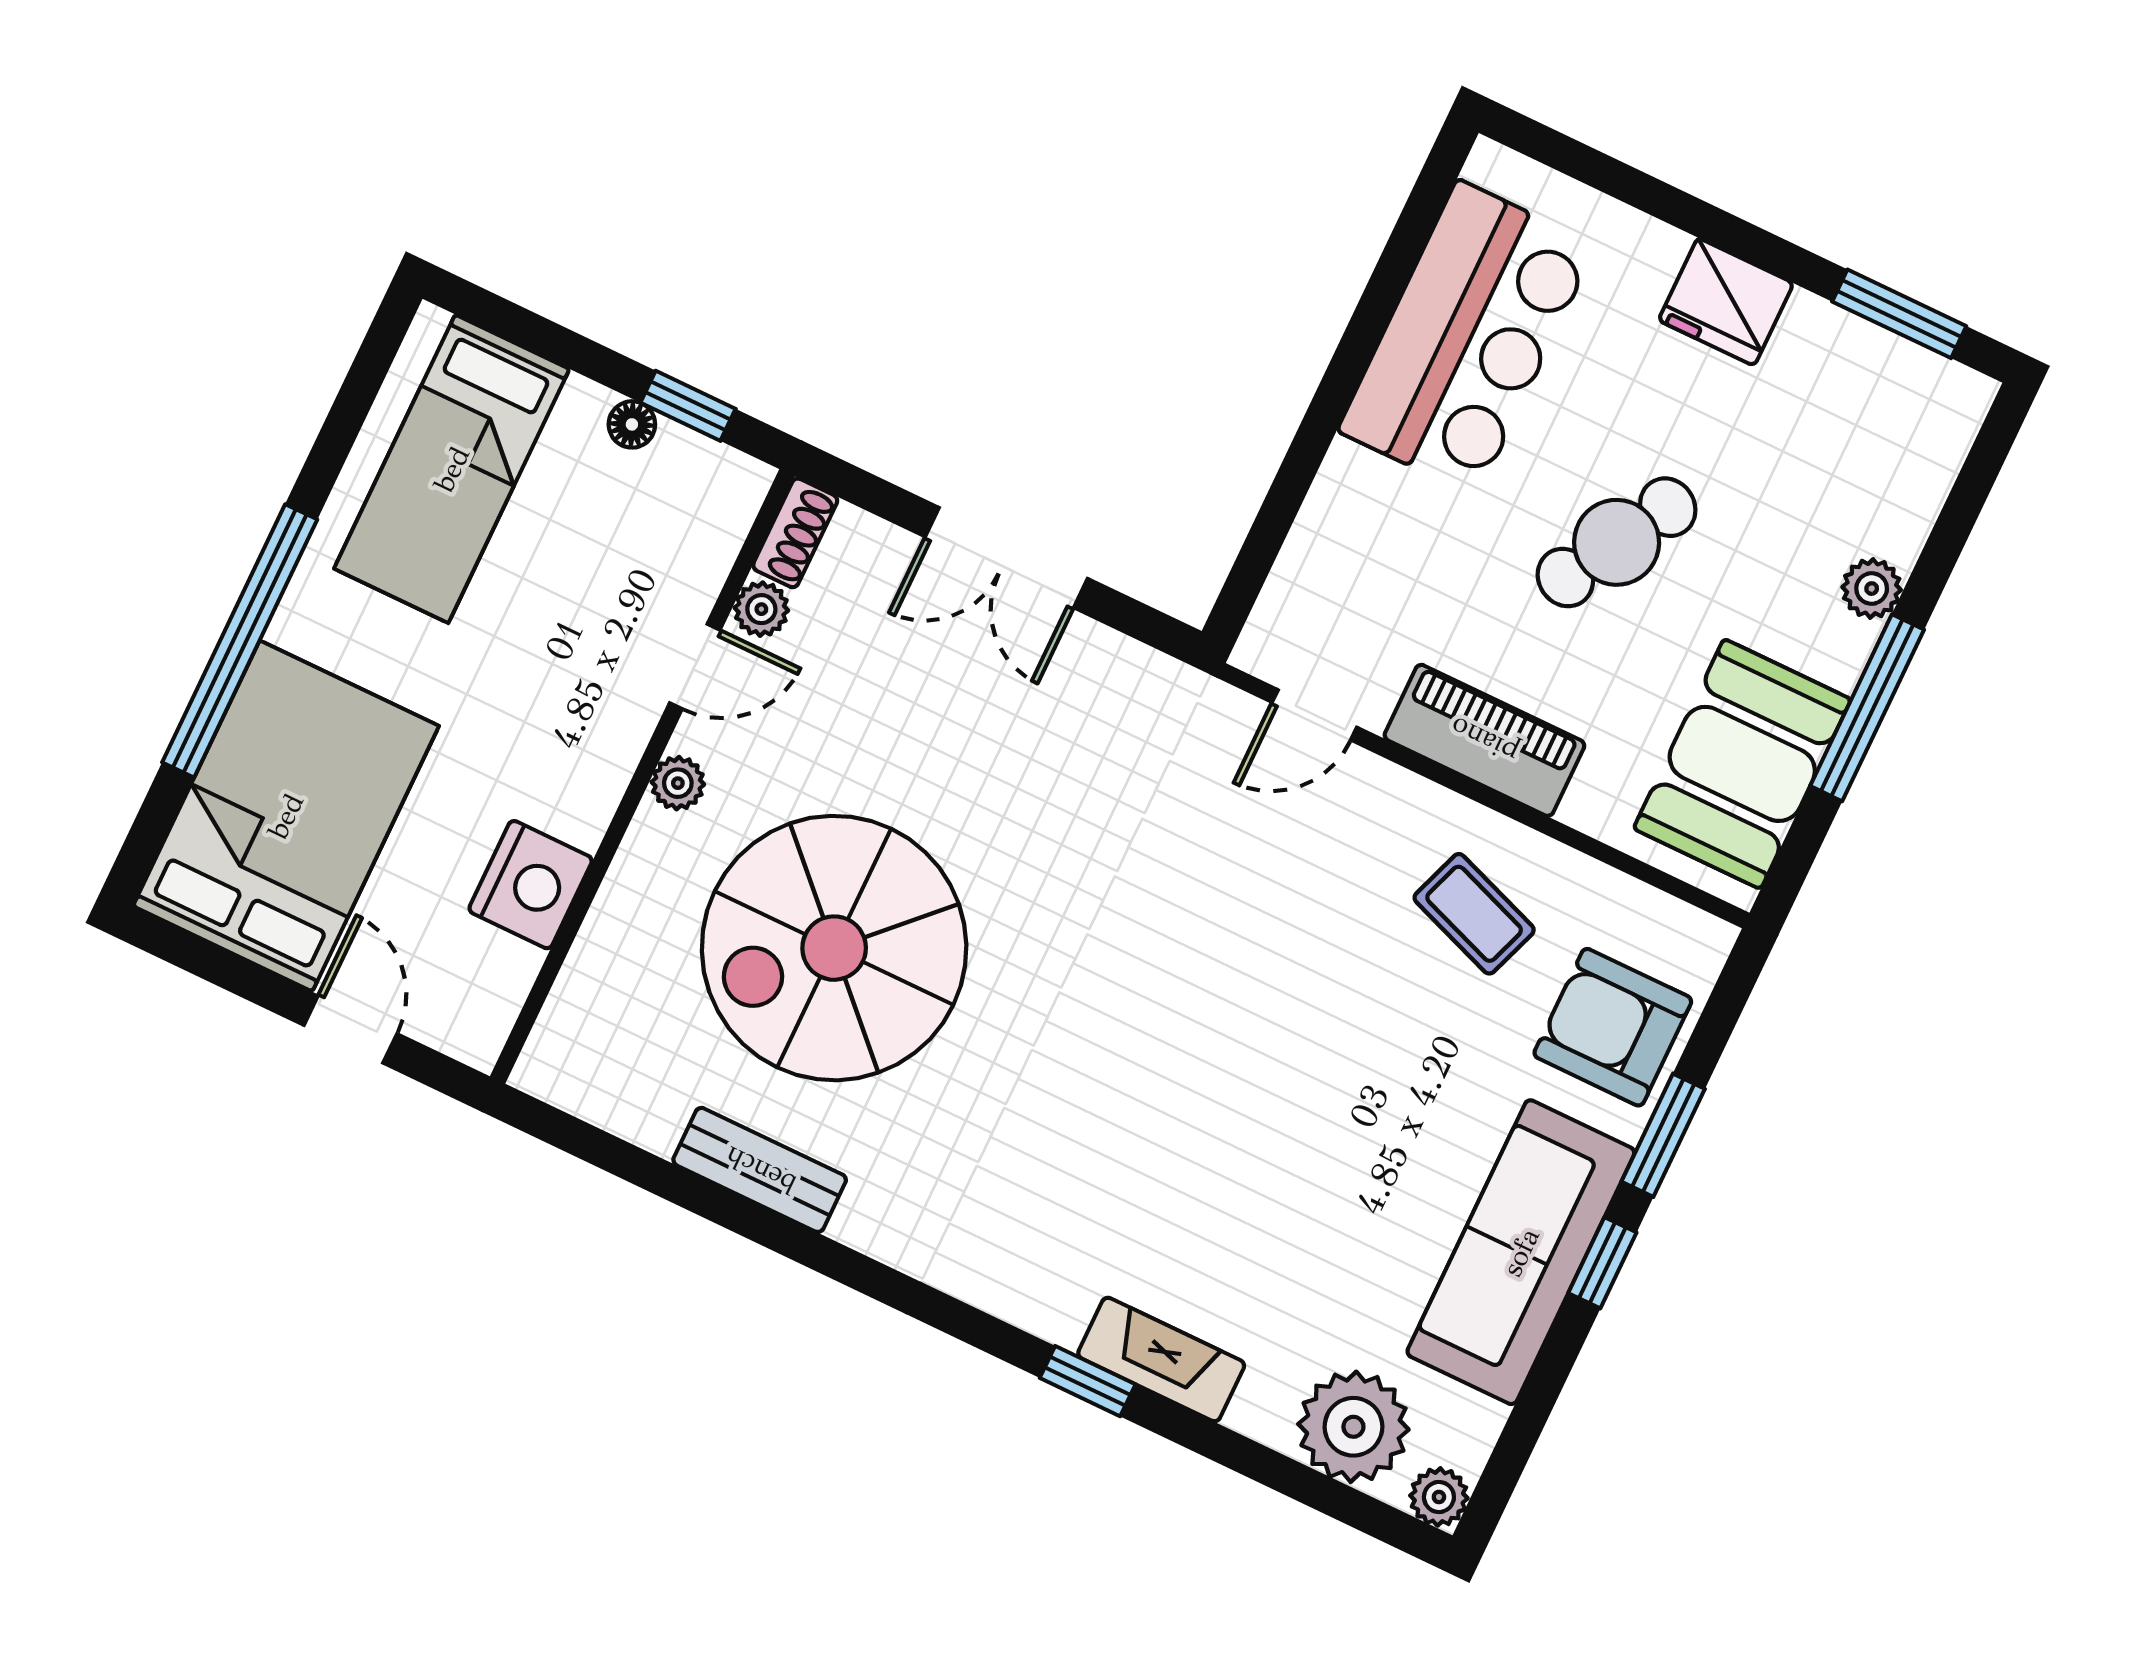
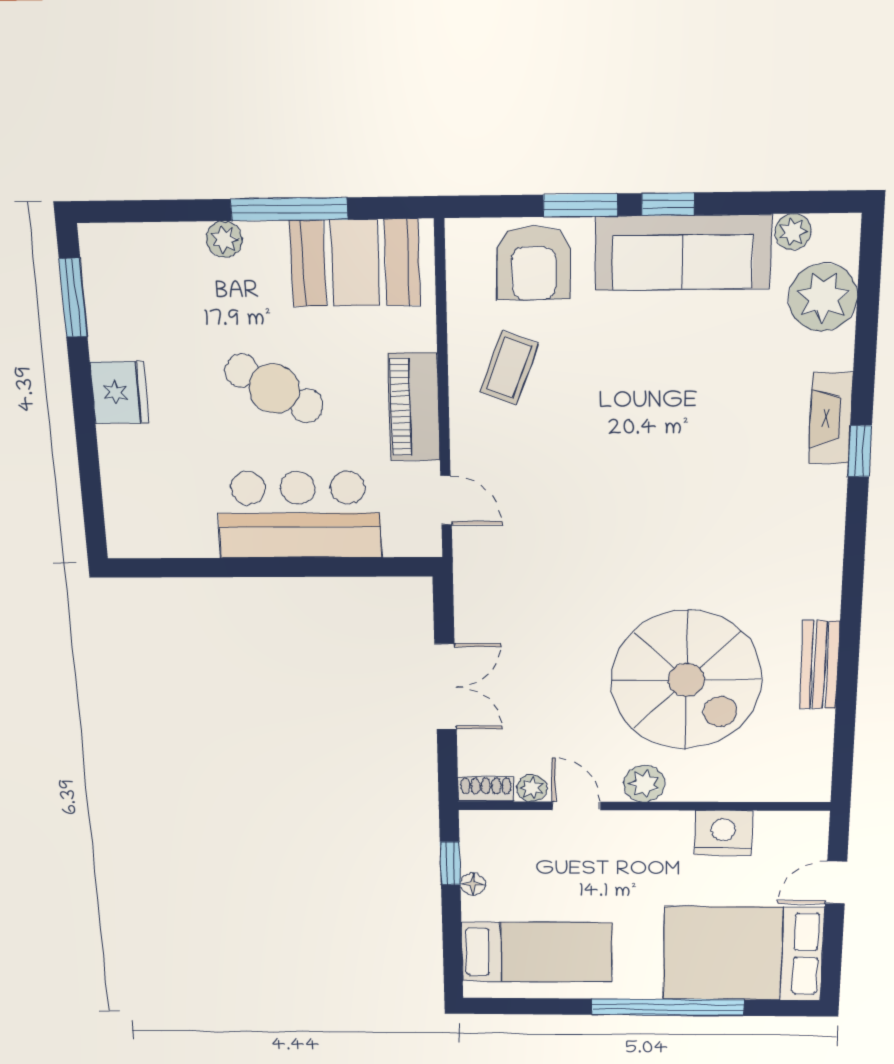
bar counter: (1467, 338) -> (299, 515), moved
plant: (678, 783) -> (644, 784), width x1.38, depth x1.38
plant: (1439, 1497) -> (793, 232), moved

